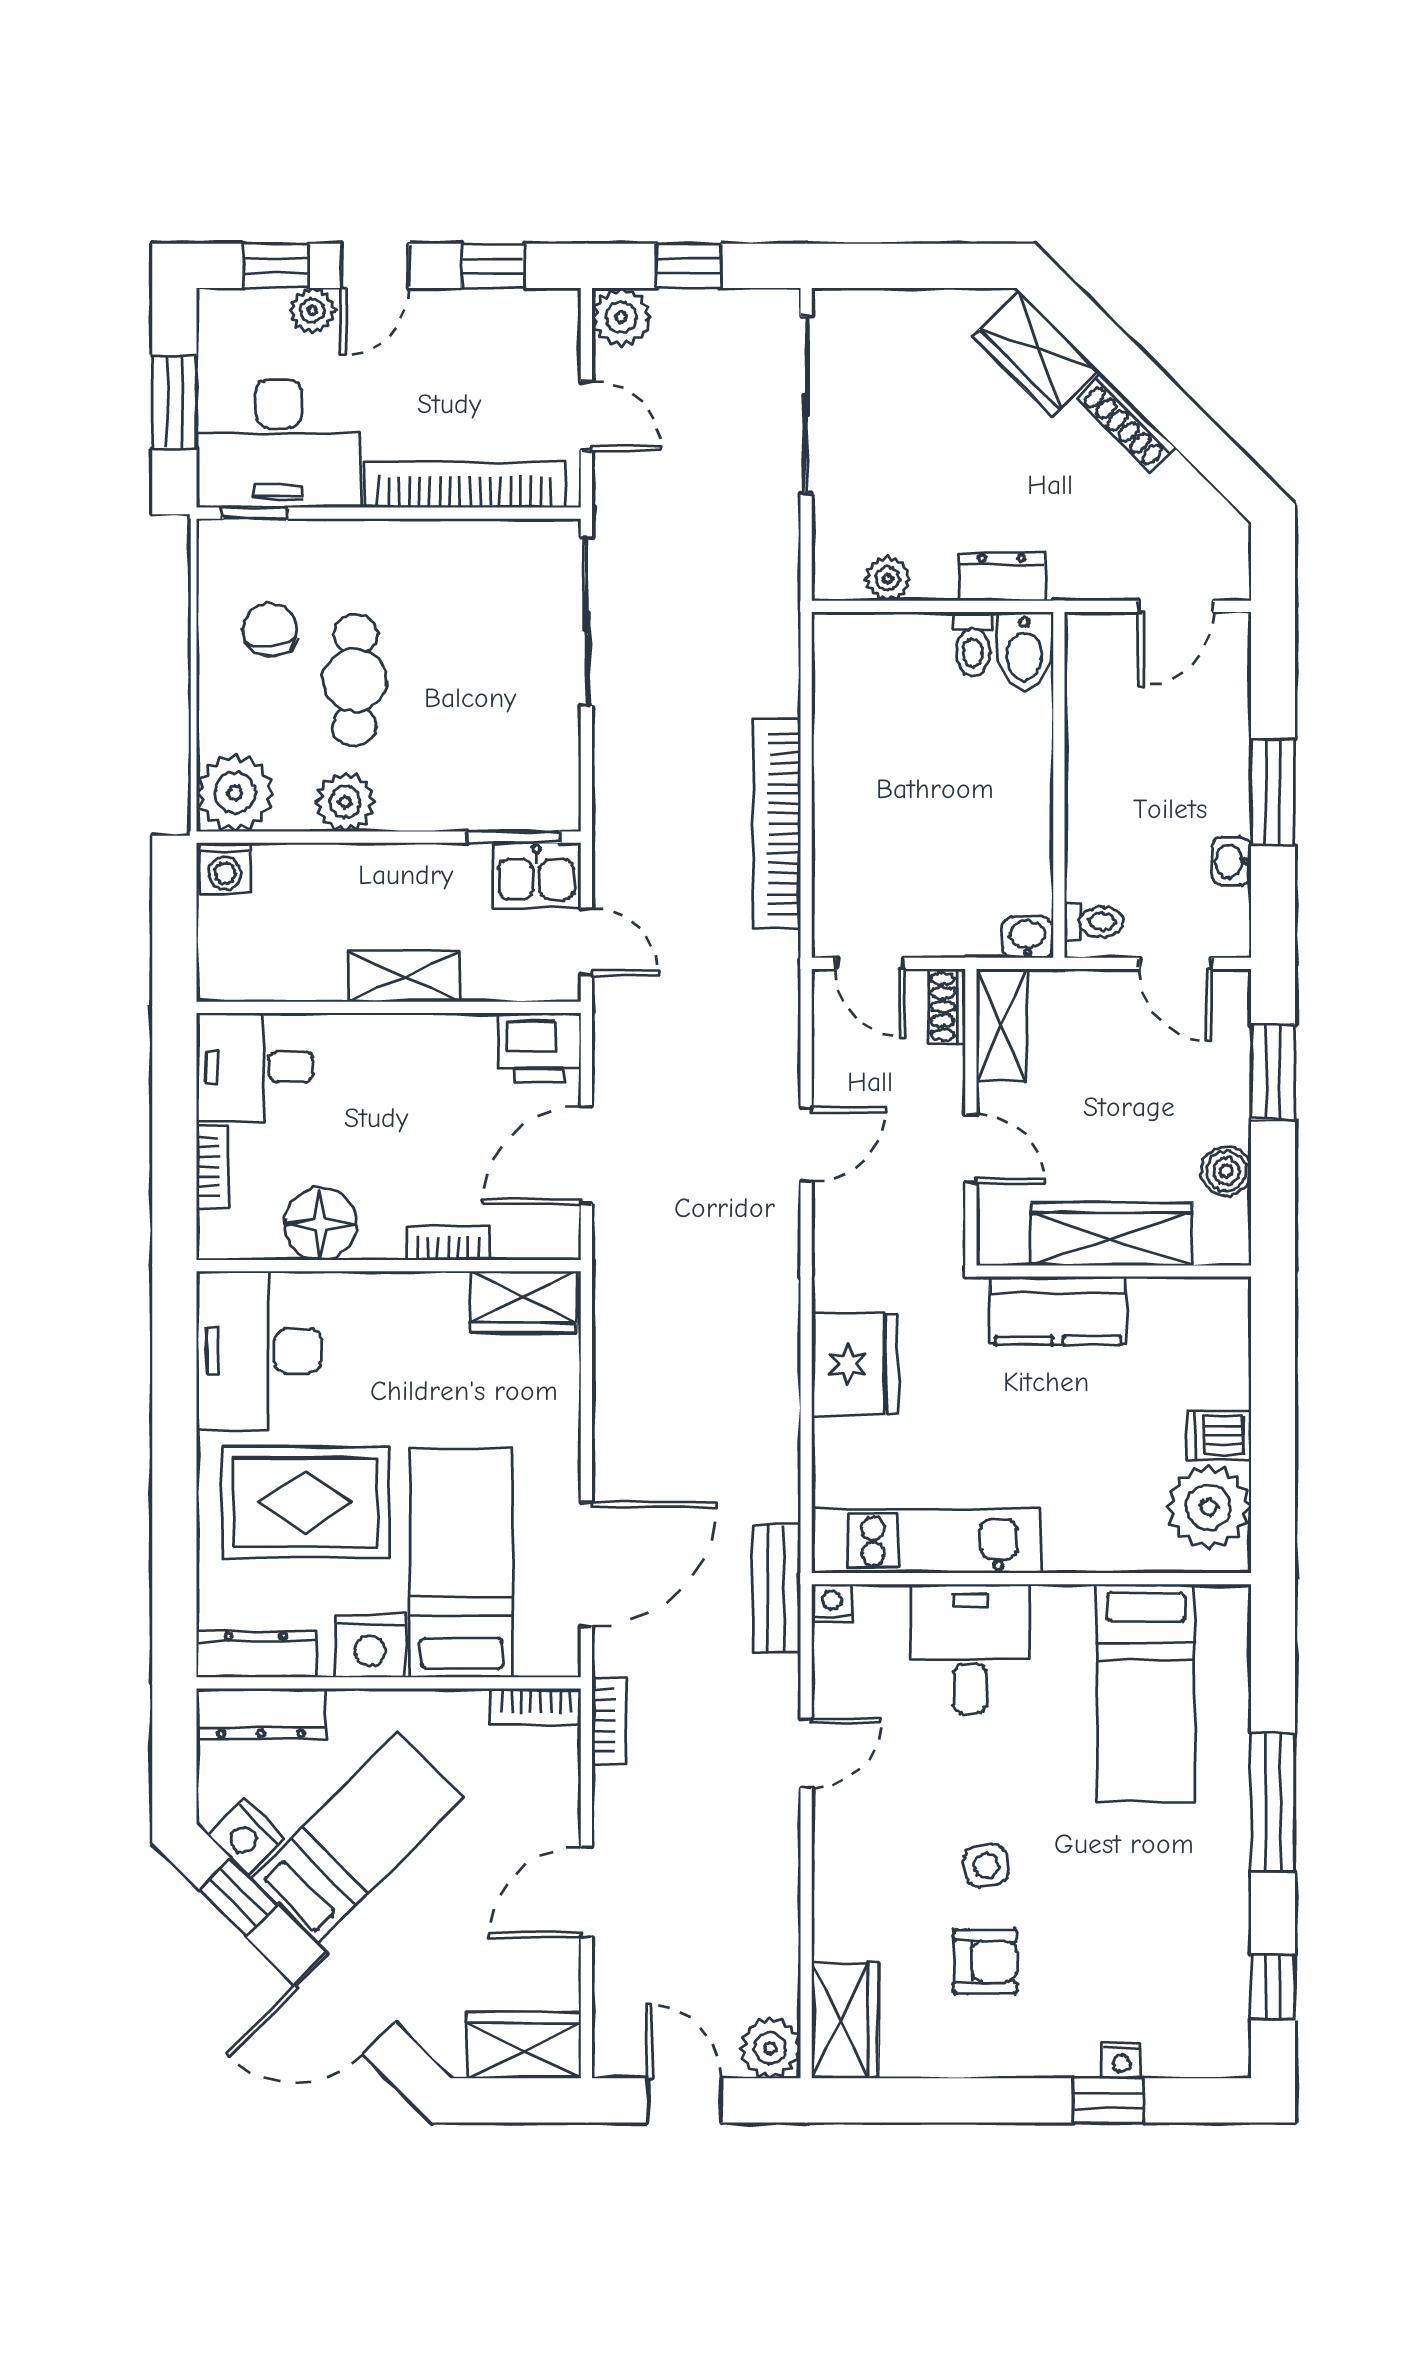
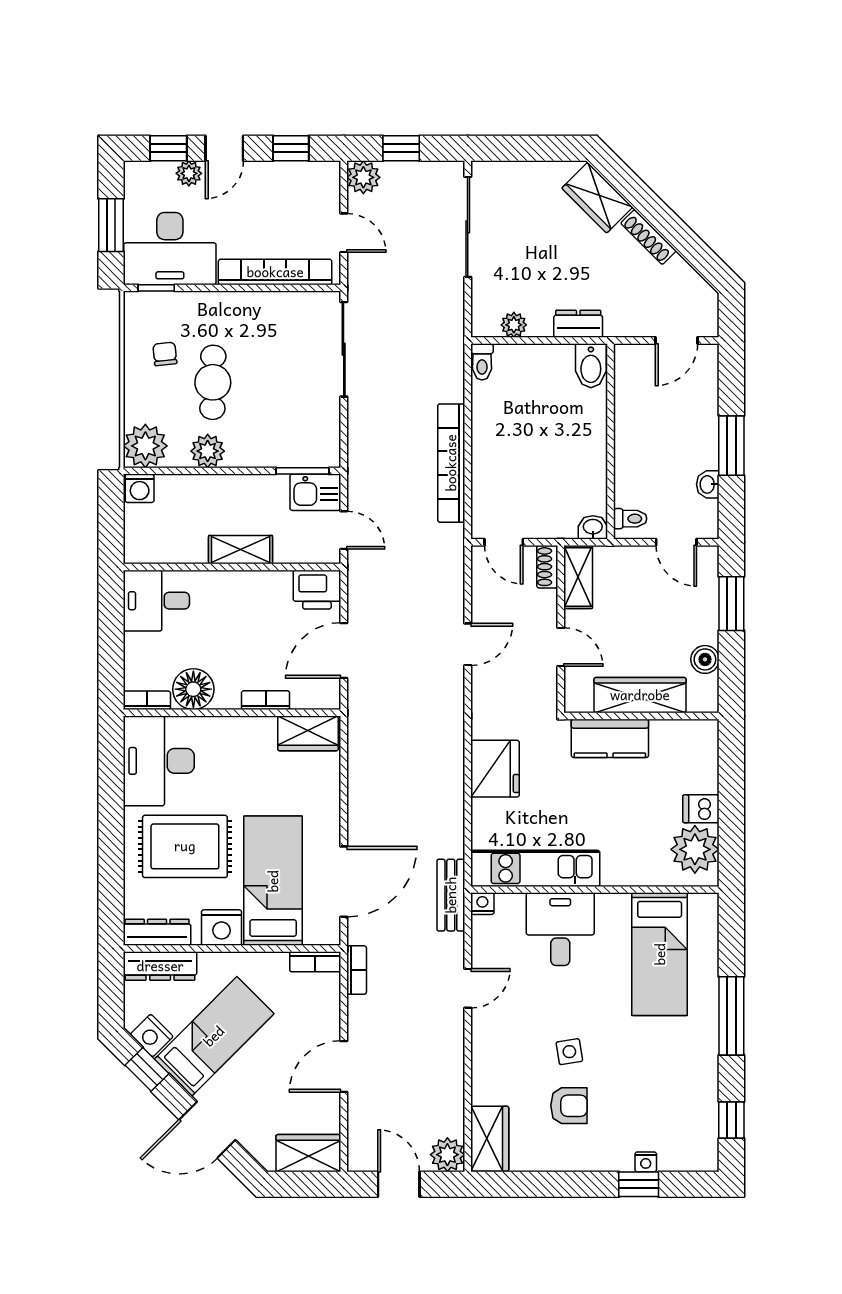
chair: (270, 630) -> (165, 354), width x0.73, depth x0.73
toilet: (973, 644) -> (482, 362), moved
bookcase: (213, 1167) -> (147, 700), moved, turned -90

